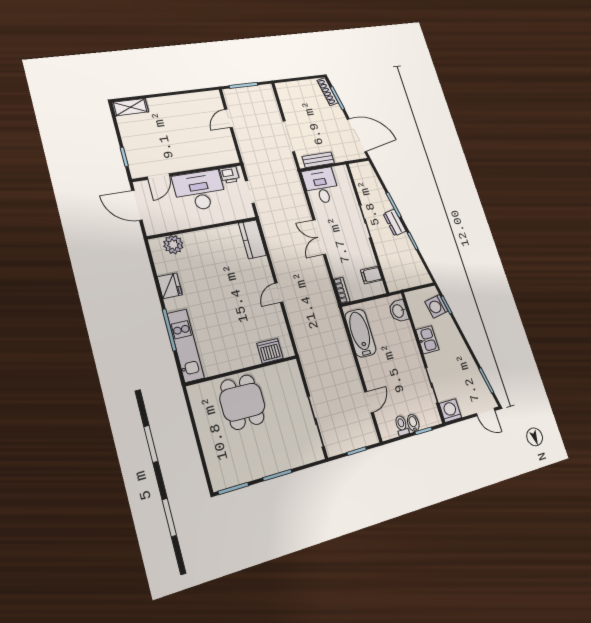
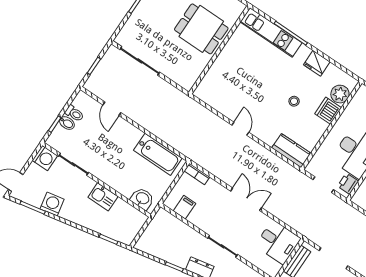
stool: (216, 274) -> (294, 101), added
washing machine: (436, 306) -> (52, 204), moved
dishwasher: (270, 351) -> (328, 111), moved, turned 180

